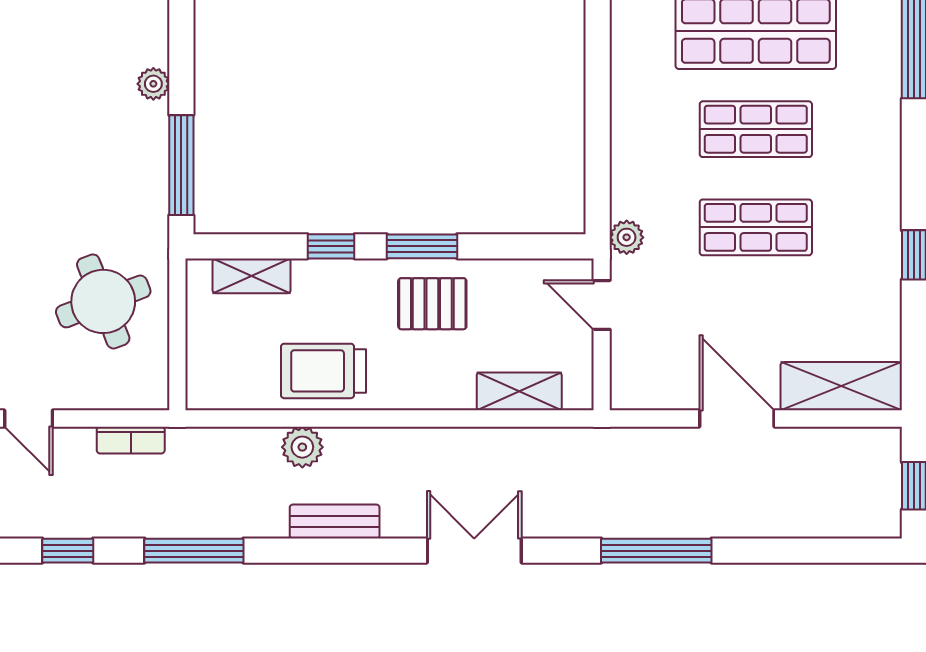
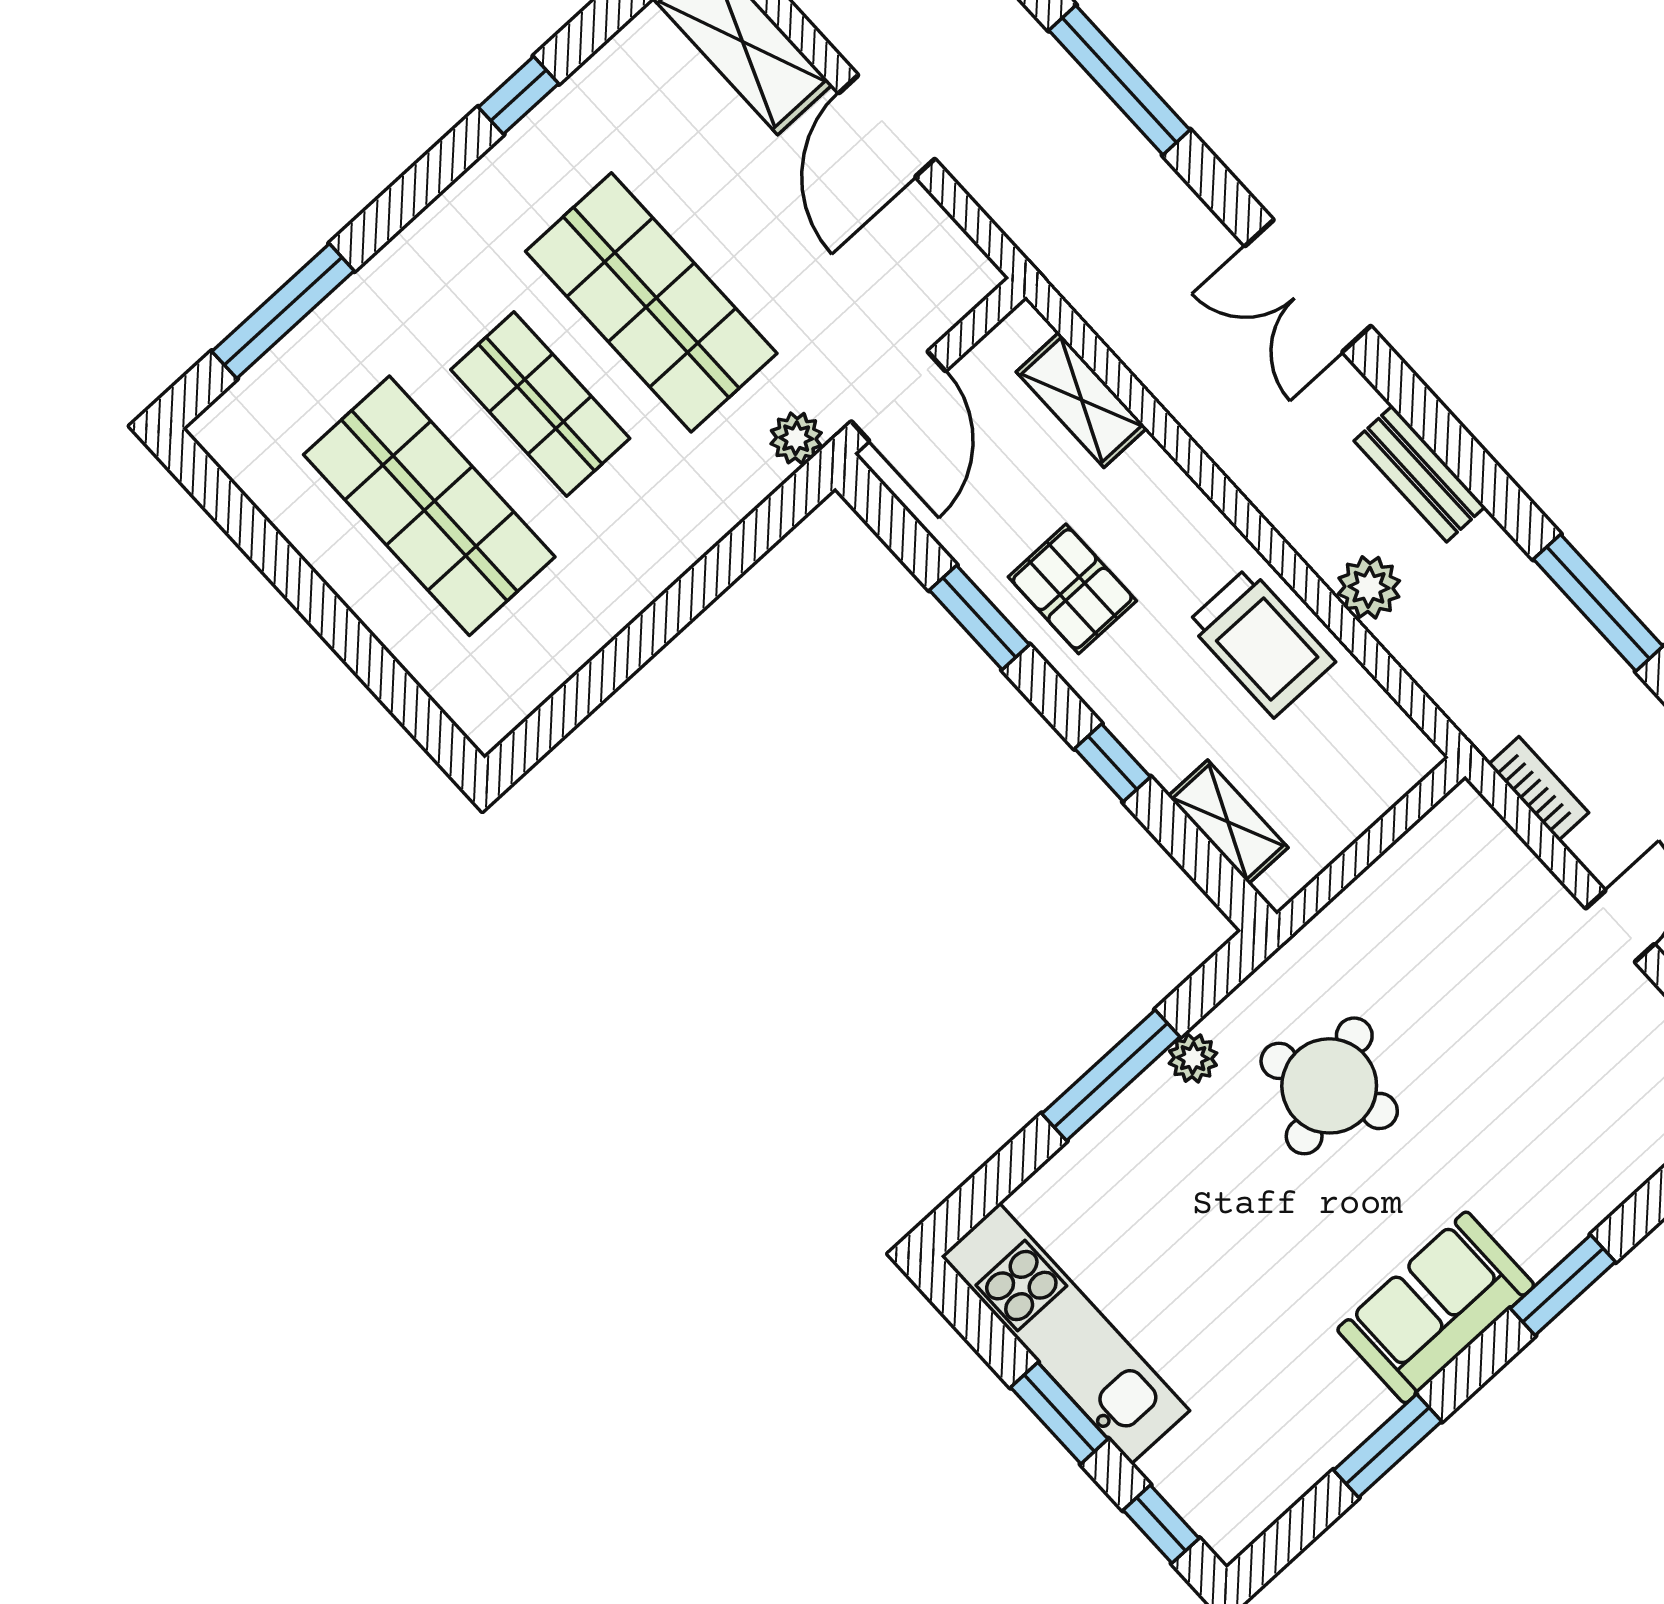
plant: (153, 84) -> (1193, 1058), moved
window: (181, 165) -> (1111, 1075), moved
shop shelf: (756, 227) -> (651, 302), width x1.43, depth x1.36
window: (422, 246) -> (979, 617), moved
round table: (103, 301) -> (1329, 1086), moved
door: (602, 305) -> (898, 396), width x1.38

